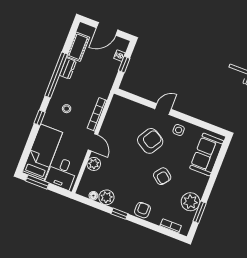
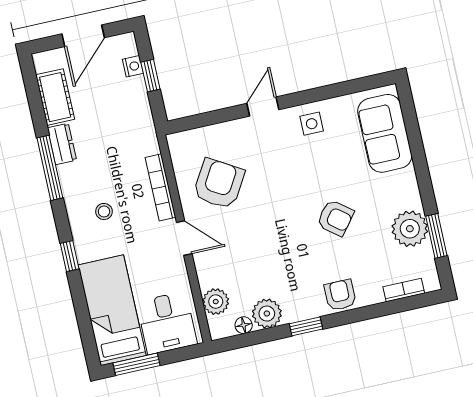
window: (56, 75) -> (50, 168), width x0.68
armchair: (150, 141) -> (219, 184), moved
plant: (94, 164) -> (216, 302), moved

